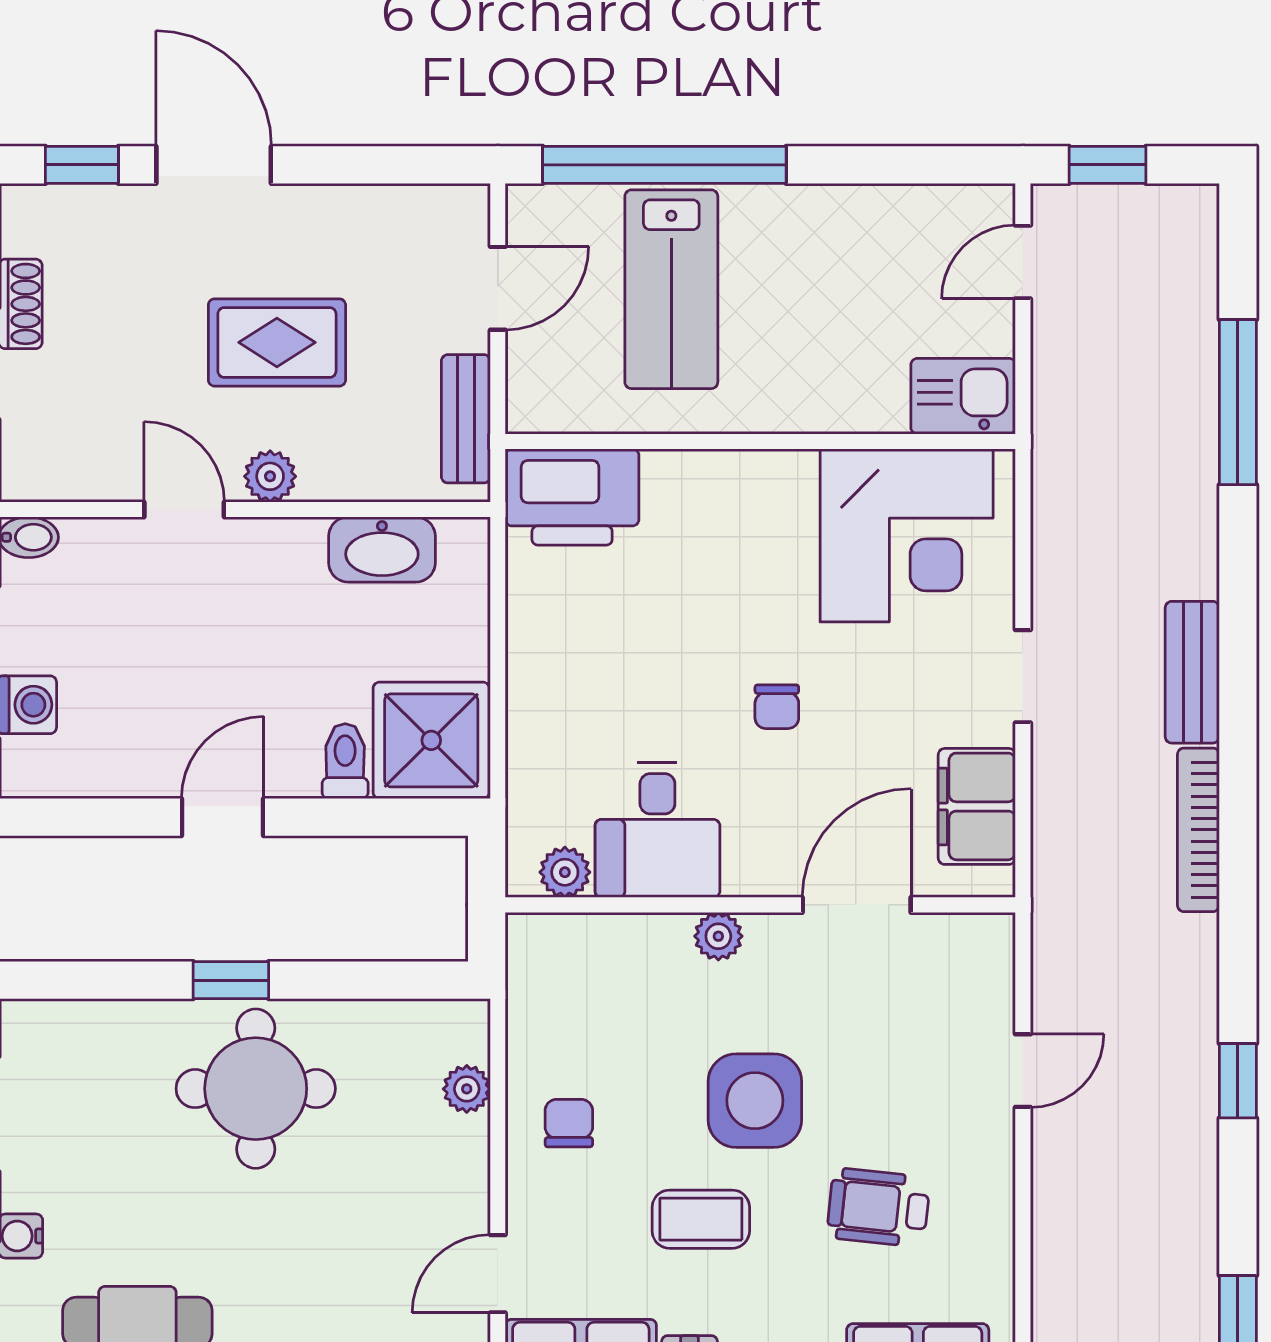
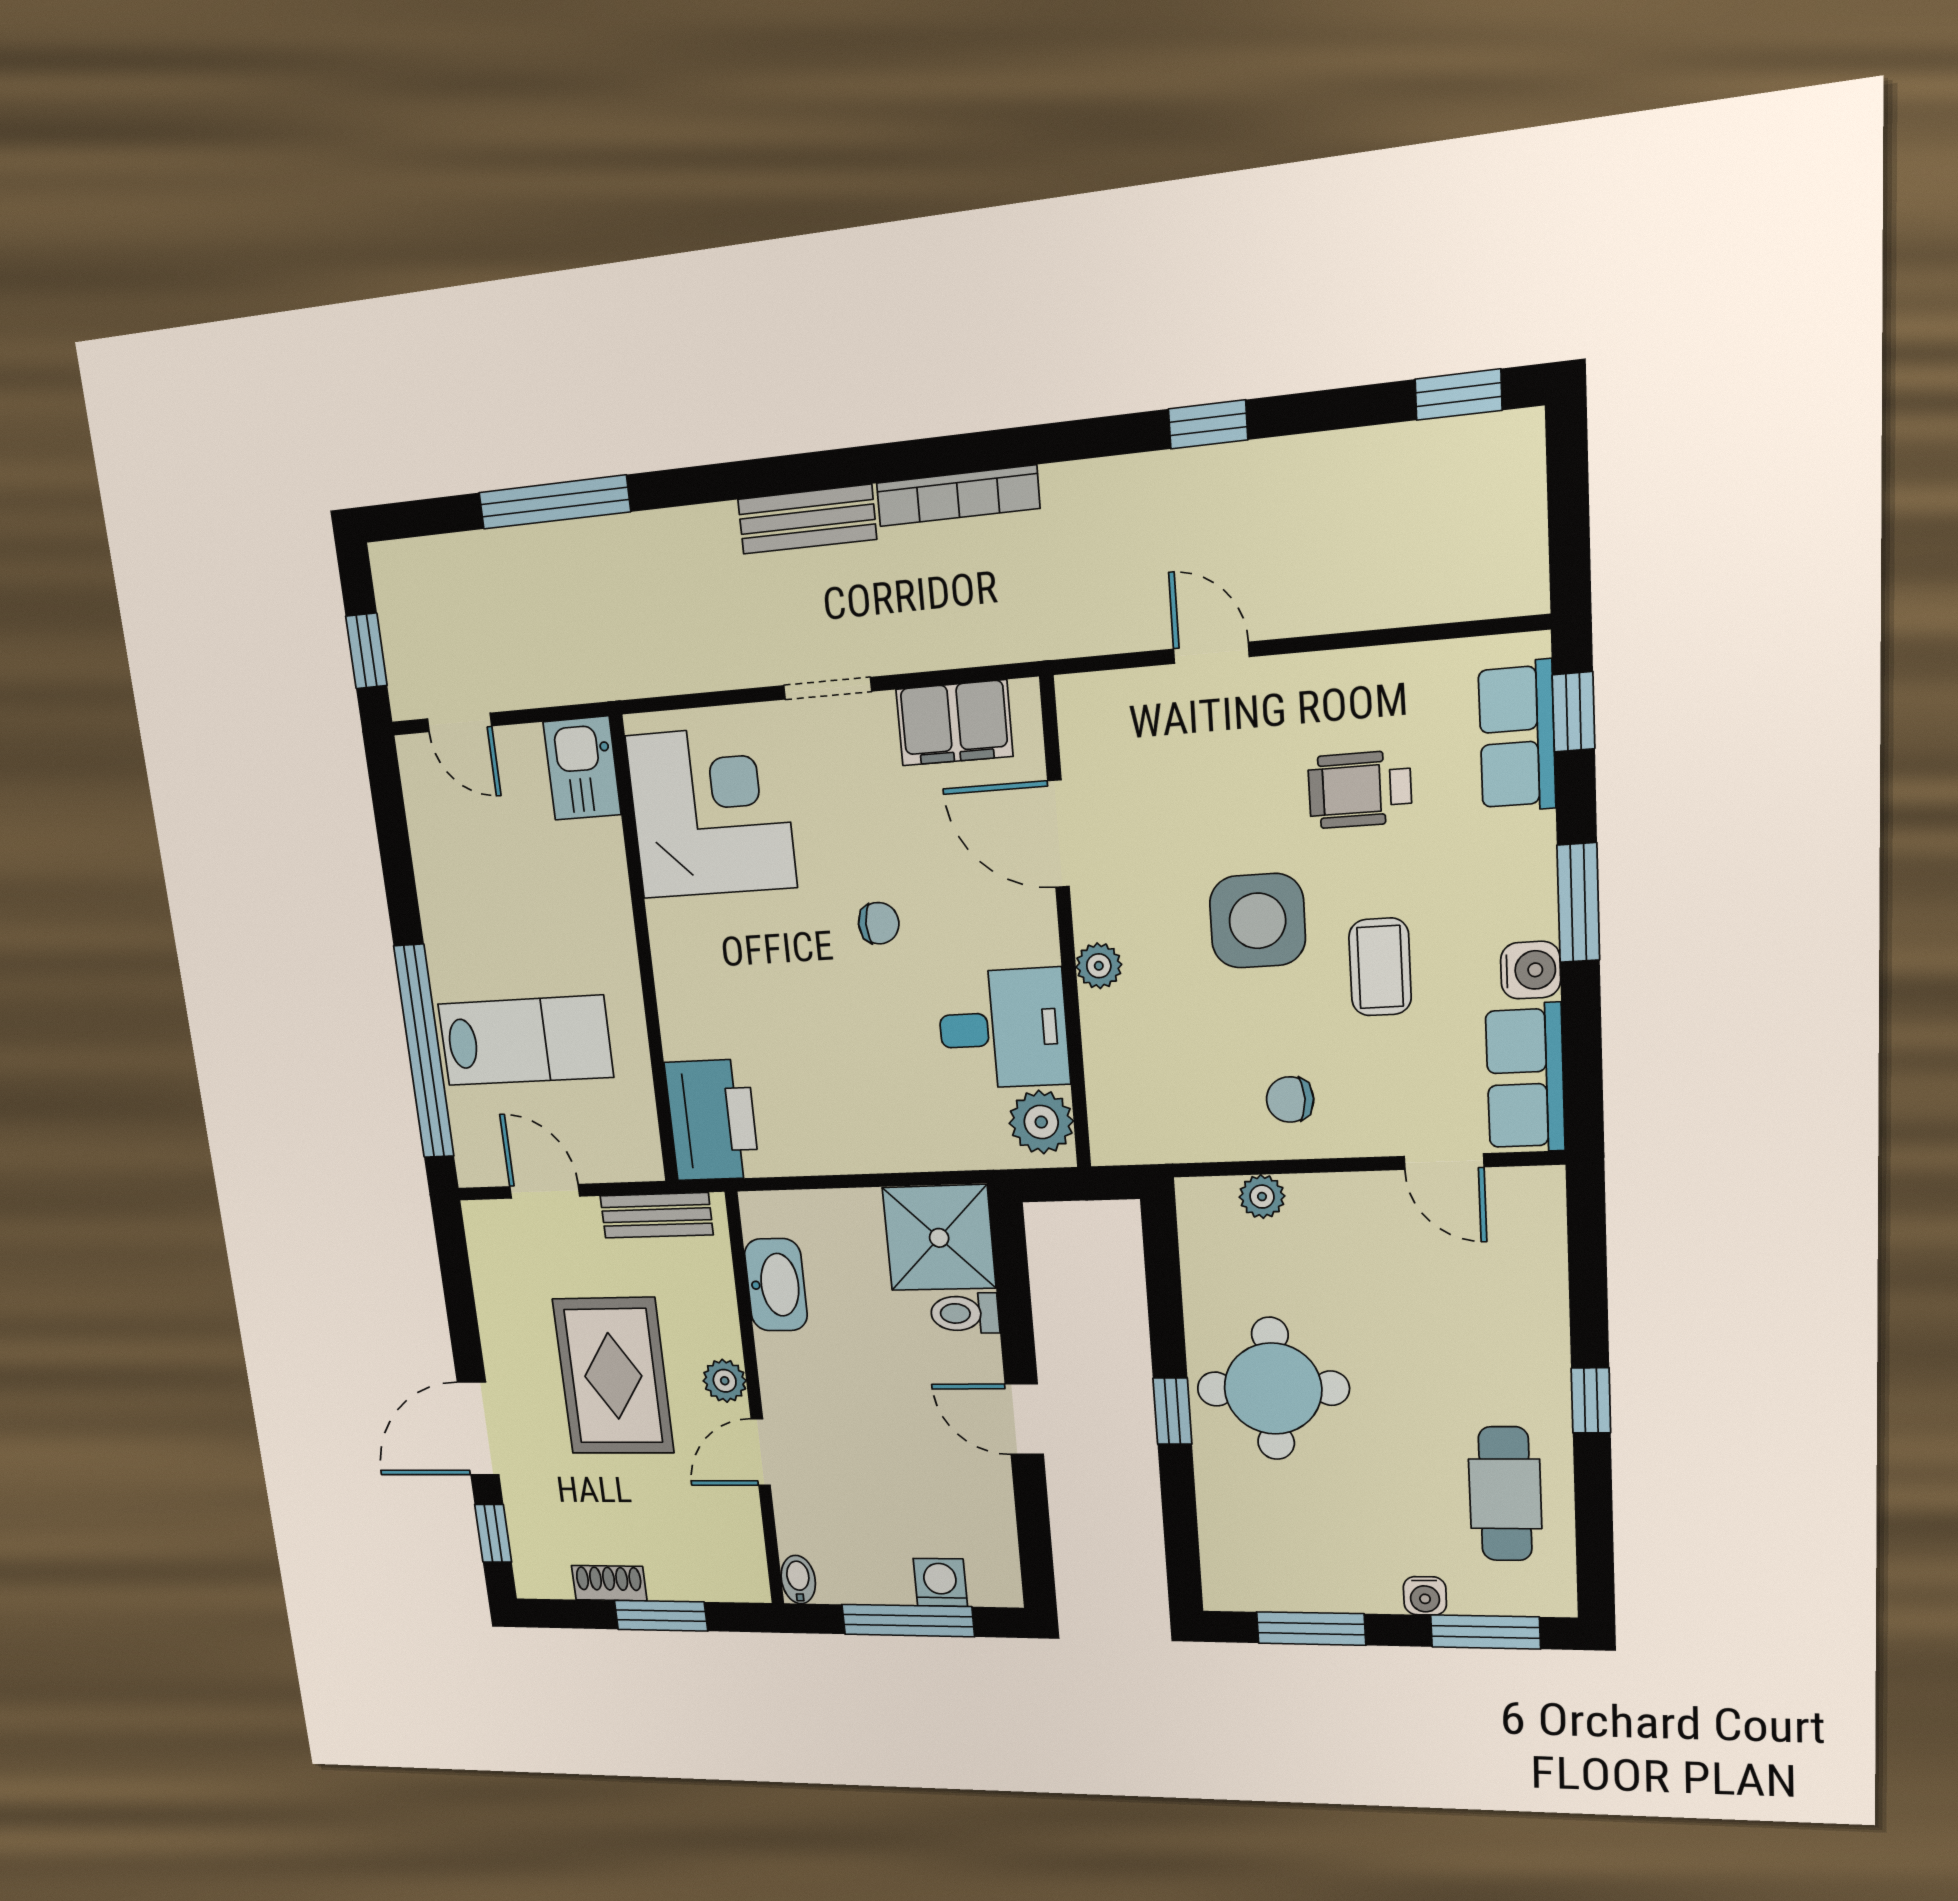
rug: (277, 342) -> (613, 1376), width x1.36, depth x1.43
plant: (565, 872) -> (1041, 1122), width x1.38, depth x1.38
wheelchair: (878, 1207) -> (1360, 789), turned 84

